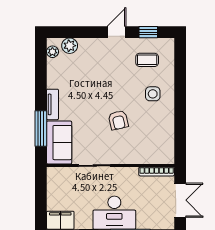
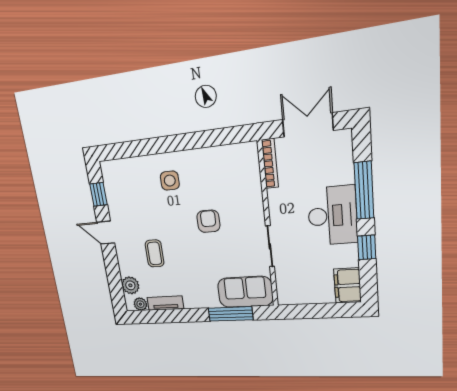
coffee table: (147, 60) -> (155, 253), moved
tv unit: (52, 104) -> (165, 303), moved
armchair: (118, 120) -> (208, 221), turned -77

